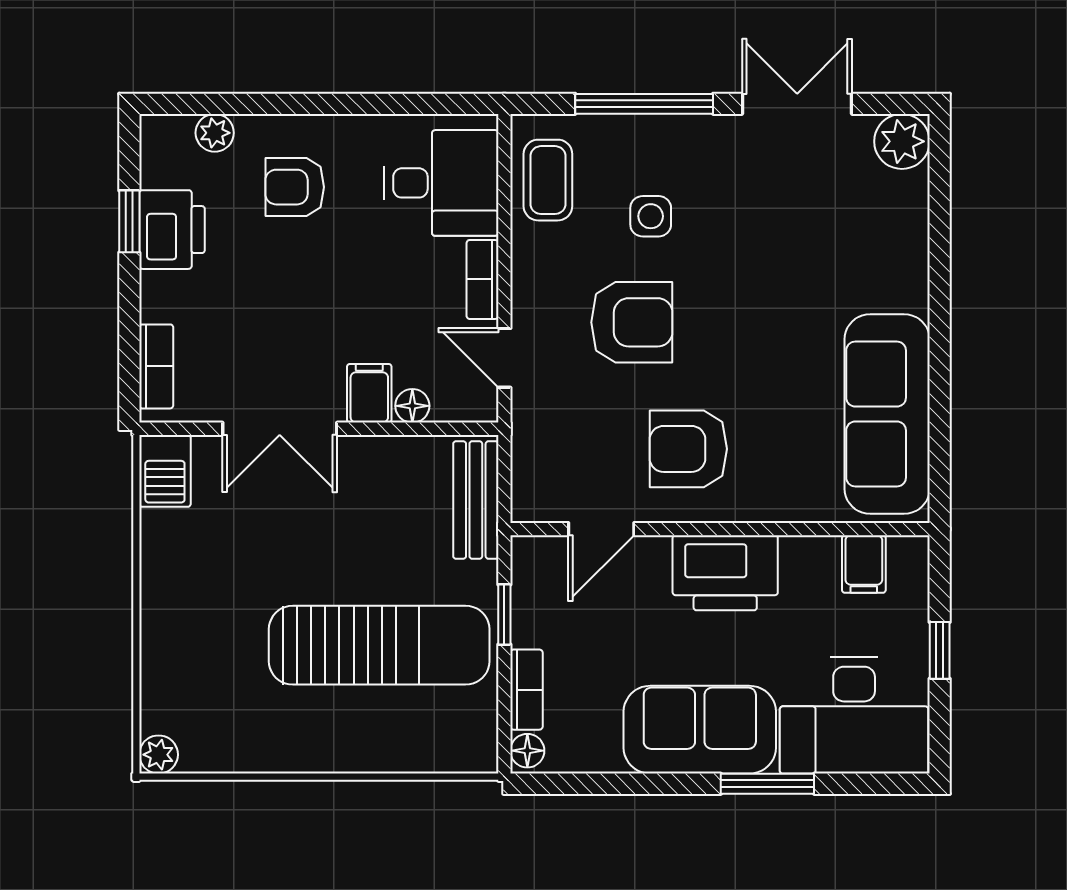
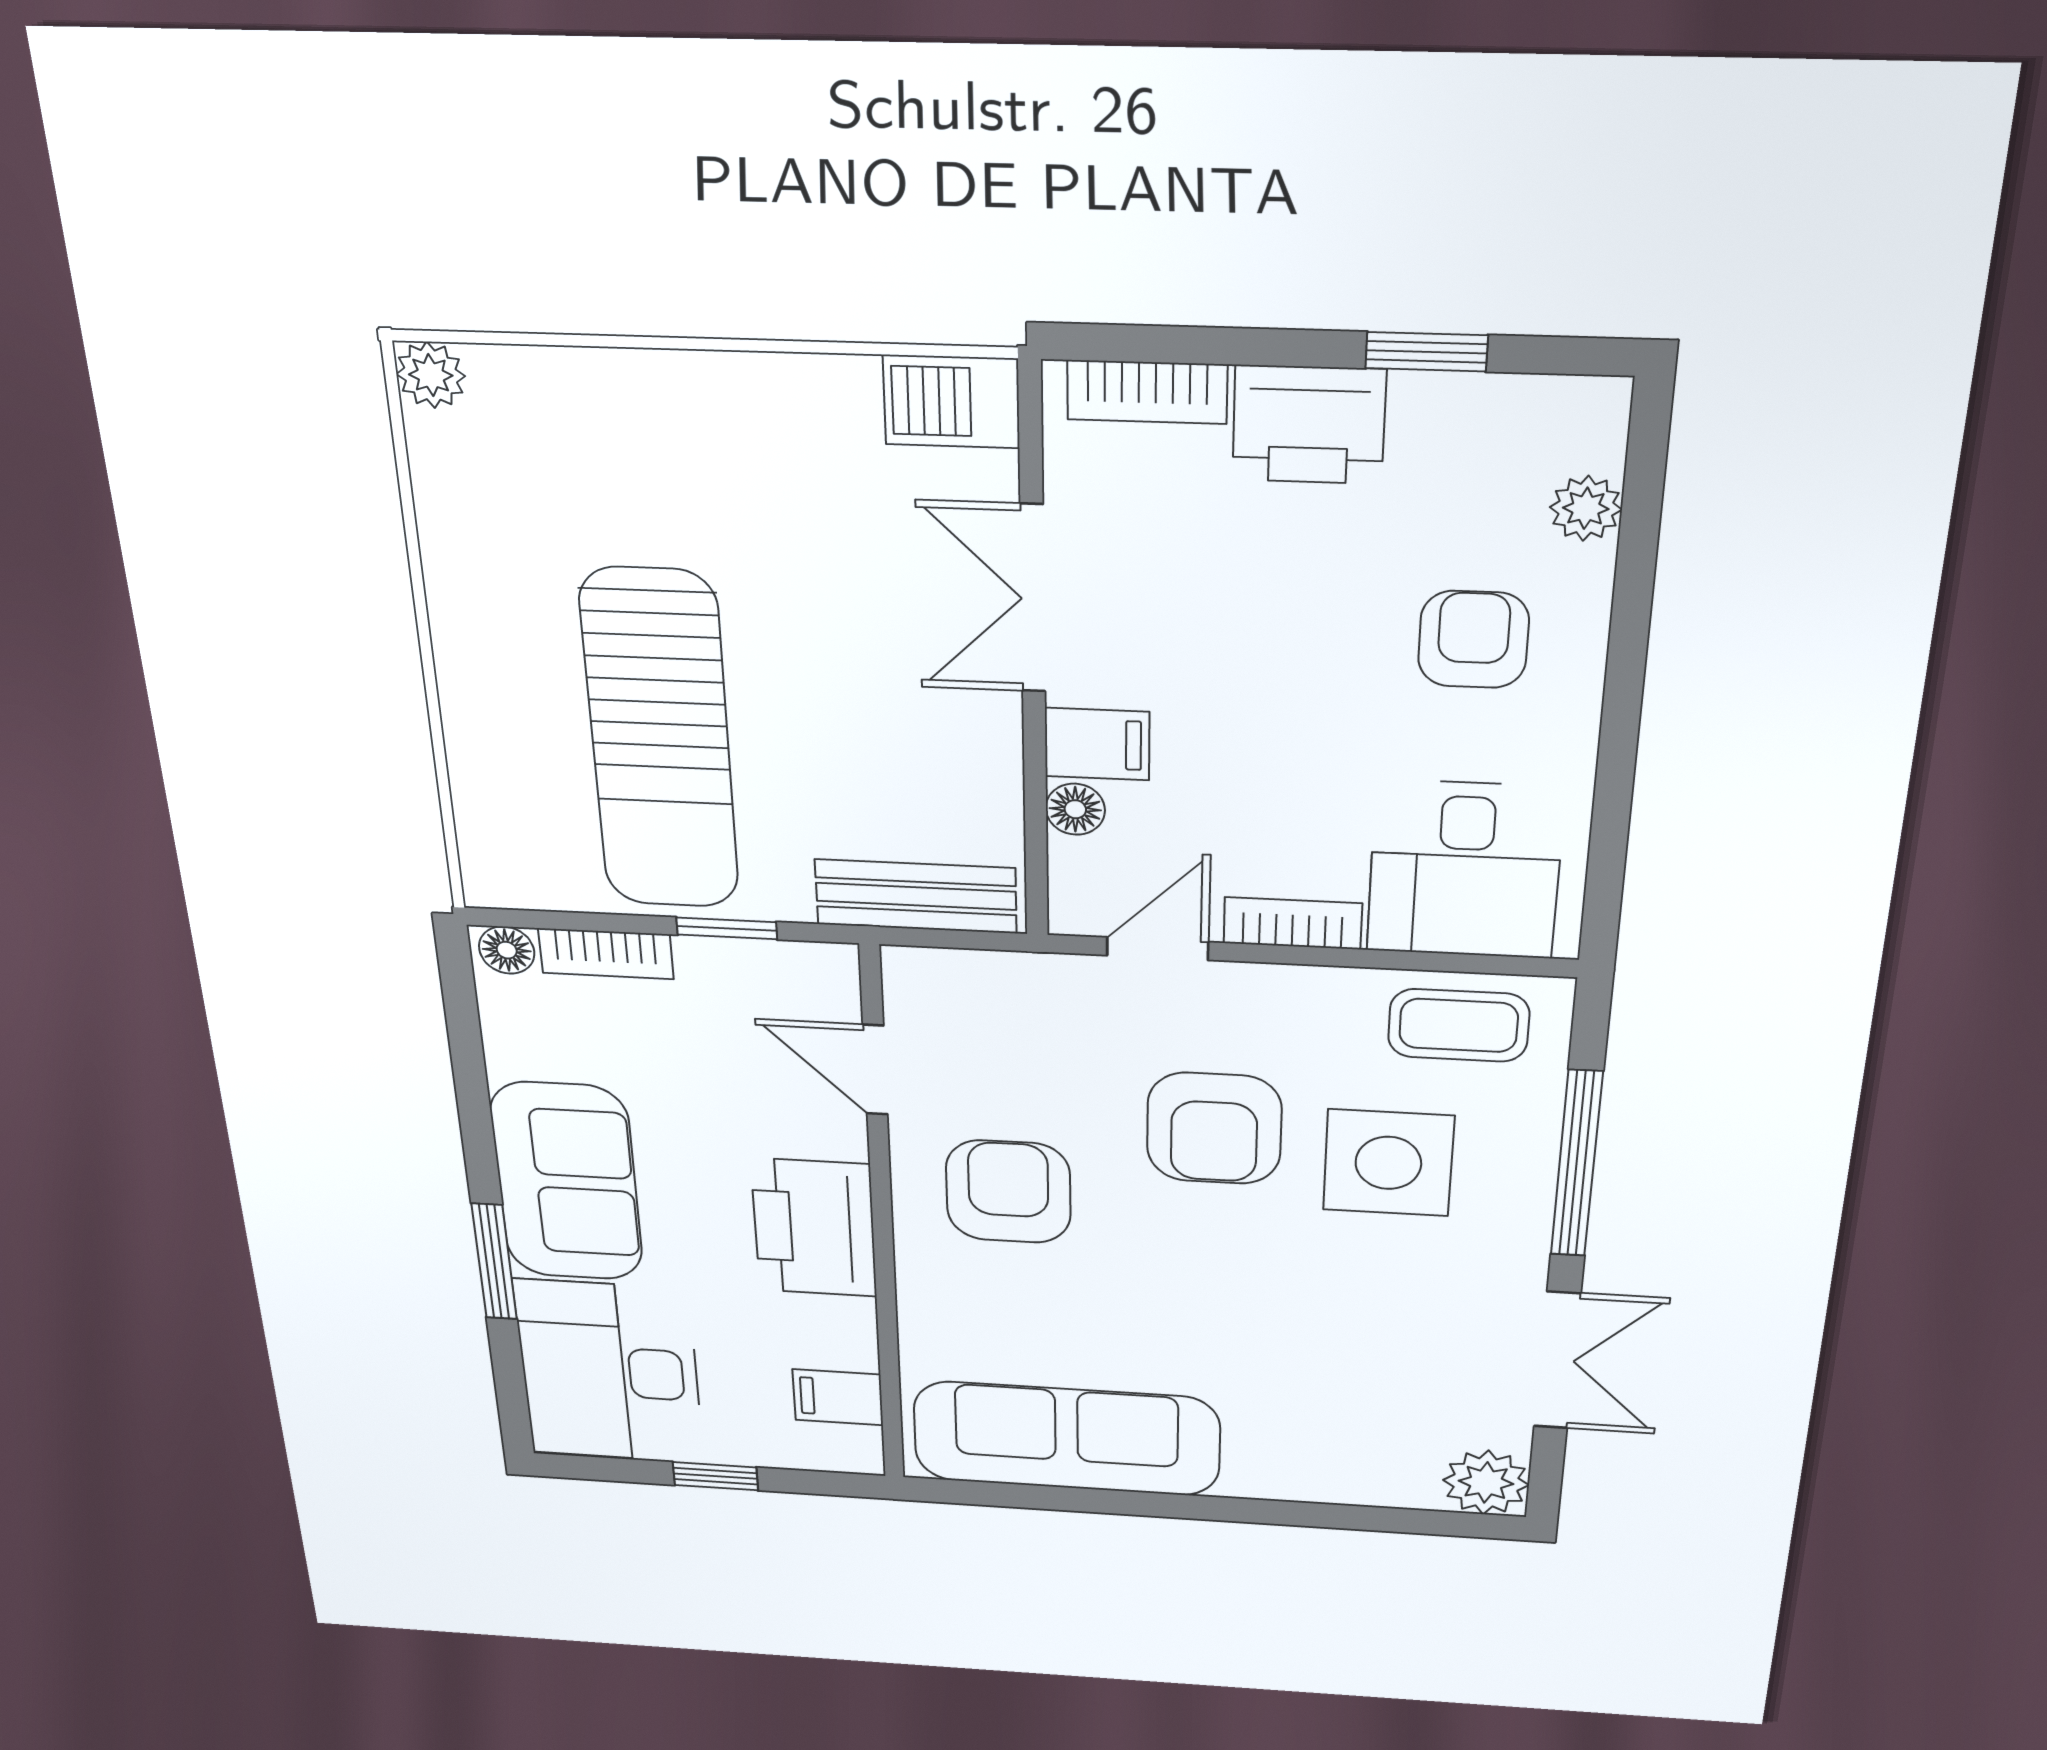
side table: (651, 216) -> (1388, 1163), width x1.87, depth x1.87
printer: (172, 230) -> (1309, 425), moved

